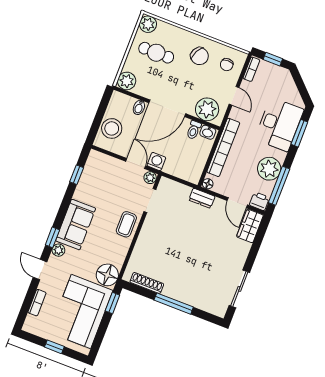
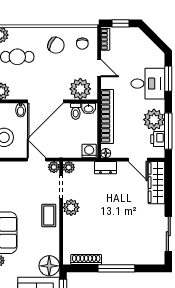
desk: (279, 124) -> (148, 84), width x0.73
washing machine: (156, 162) -> (89, 151), moved
plant: (165, 184) -> (69, 167), added
printer: (259, 201) -> (158, 139), moved, turned -90
plant: (152, 225) -> (71, 207), added
wardrobe: (250, 226) -> (156, 183), width x1.50

